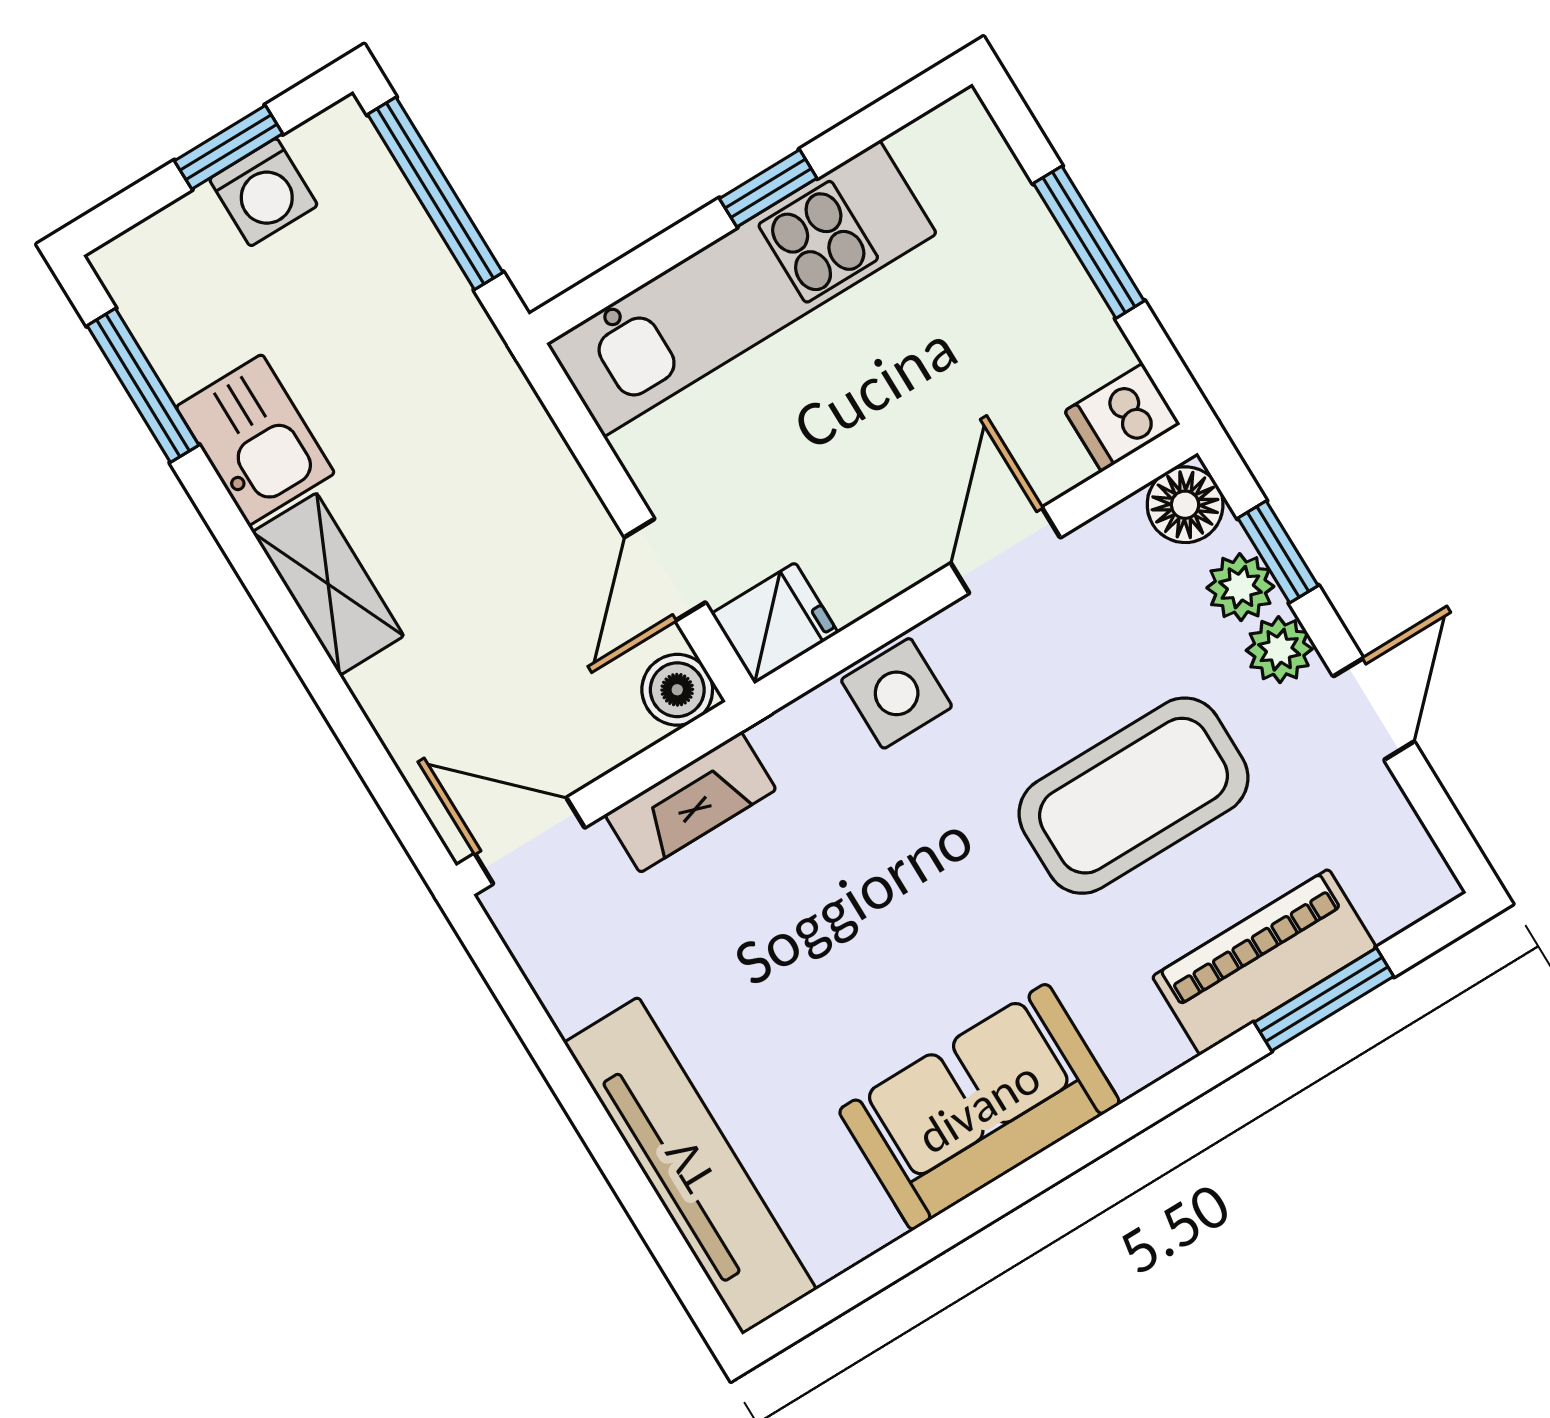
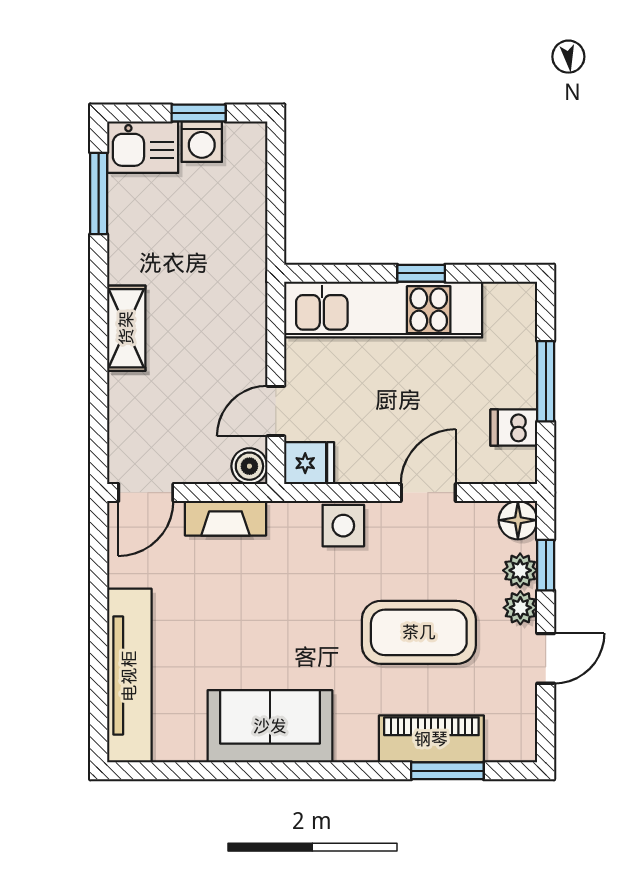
window: (435, 193) -> (276, 188), removed
dishwasher: (1122, 418) -> (514, 428), moved
kitchen sink: (255, 440) -> (143, 147), moved, turned 90
door: (530, 841) -> (146, 493), swing flipped

